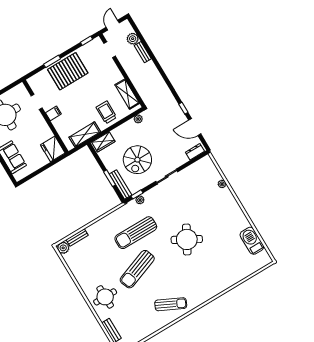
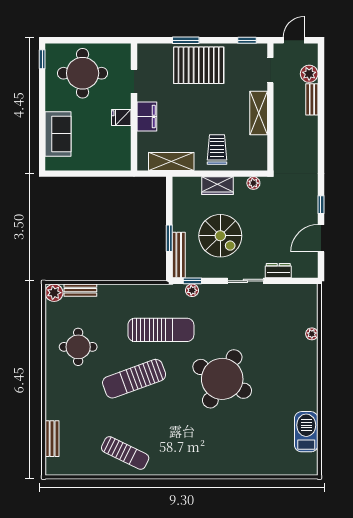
shelving: (127, 94) -> (259, 113), moved
filing cabinet: (53, 113) -> (147, 116), width x2.00
door: (195, 127) -> (321, 238), hinge flipped
wardrobe: (103, 142) -> (217, 186), moved
fridge: (53, 149) -> (121, 118), moved, width x0.53, depth x0.75
dresser: (195, 152) -> (278, 271), moved
spiral stairs: (137, 160) -> (220, 236), turned -90
sun lounger: (136, 233) -> (161, 330), turned 180
round table: (187, 239) -> (222, 379), width x1.36, depth x1.36
round table: (105, 297) -> (78, 347), moved
sun lounger: (171, 304) -> (125, 453), moved

